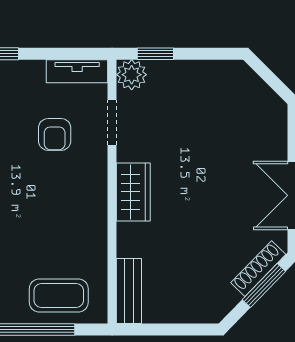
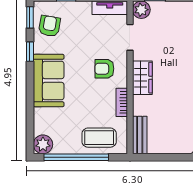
armchair: (55, 134) -> (104, 69), moved, turned 90
bookcase: (98, 235) -> (122, 102), added

